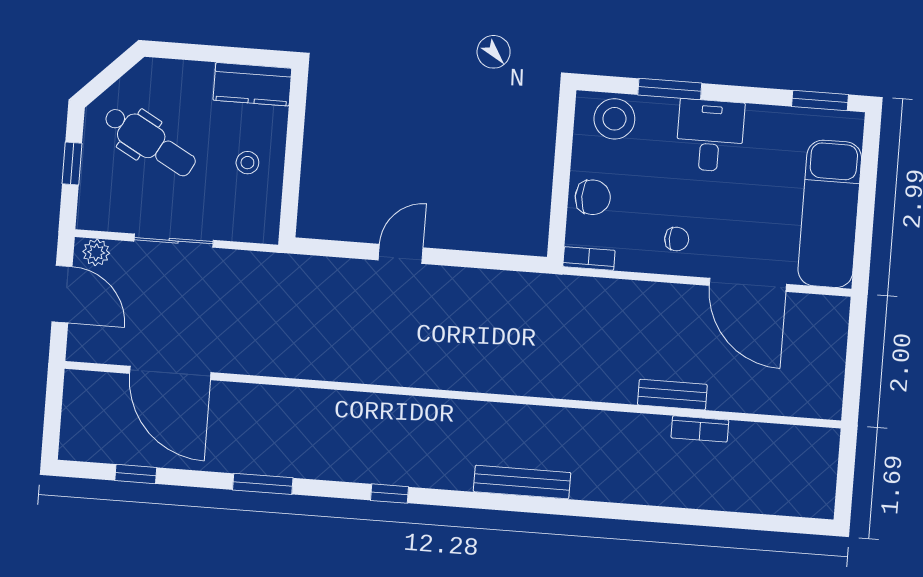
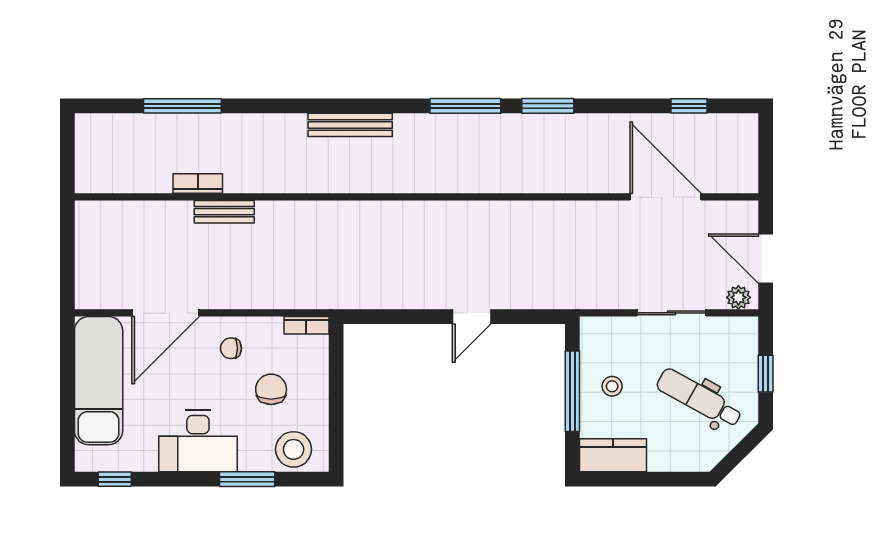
window: (820, 101) -> (115, 479), width x0.67
desk: (710, 136) -> (198, 441), width x1.37
window: (293, 160) -> (572, 391), added
chair: (593, 197) -> (271, 389), moved, turned 90
door: (748, 285) -> (166, 313), swing flipped
window: (263, 484) -> (548, 106), moved
window: (390, 494) -> (465, 106), width x2.17
window: (711, 518) -> (182, 106), added

